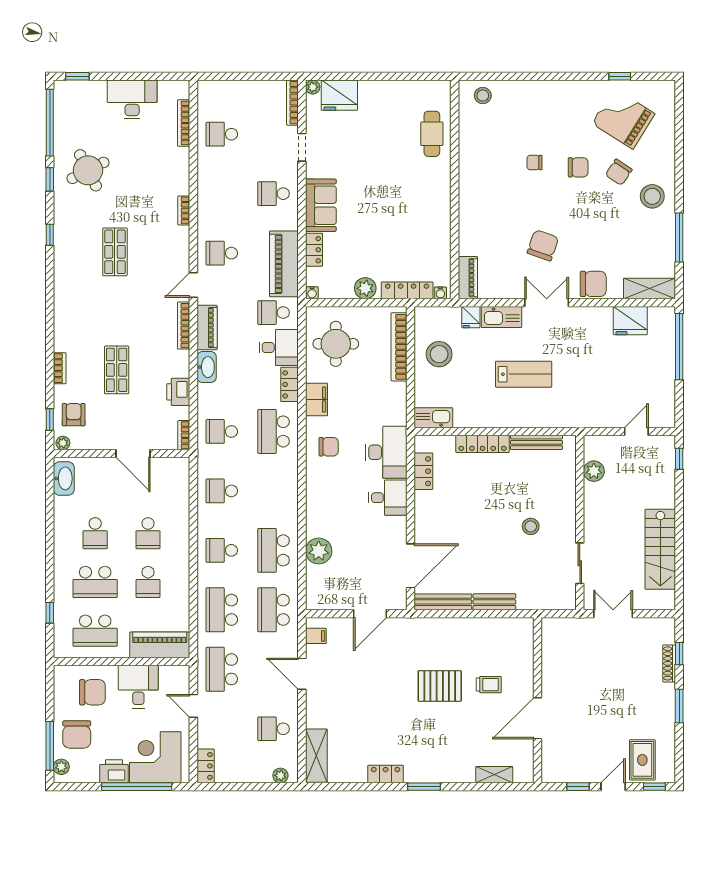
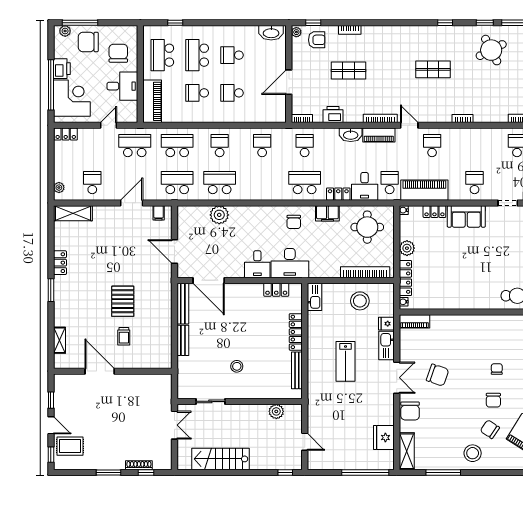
chair: (92, 692) -> (118, 53), turned 180

